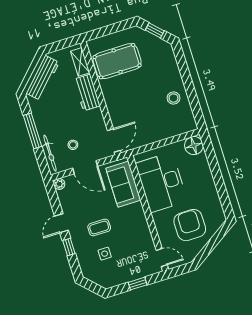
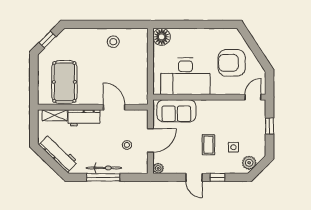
door: (114, 140) -> (114, 107), moved
bicycle: (50, 153) -> (104, 168), moved
plant: (94, 275) -> (249, 163), added

